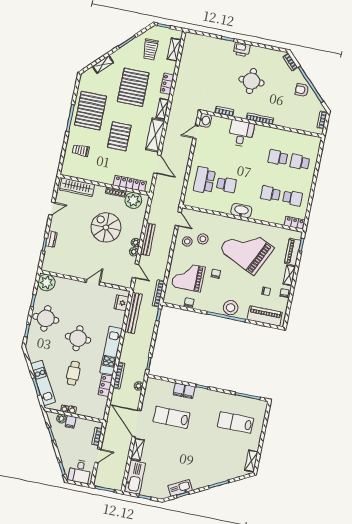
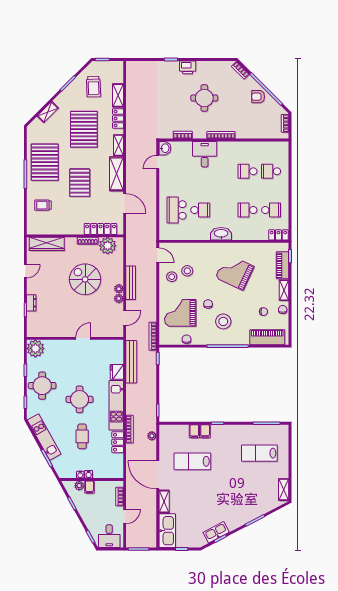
shelving: (174, 49) -> (118, 95), moved
grand piano: (247, 249) -> (235, 272), width x0.73, depth x0.68
door: (135, 271) -> (125, 318), hinge flipped
fridge: (121, 303) -> (117, 372), moved
stool: (231, 308) -> (223, 321), moved
kitchen unit: (43, 383) -> (44, 437), moved

